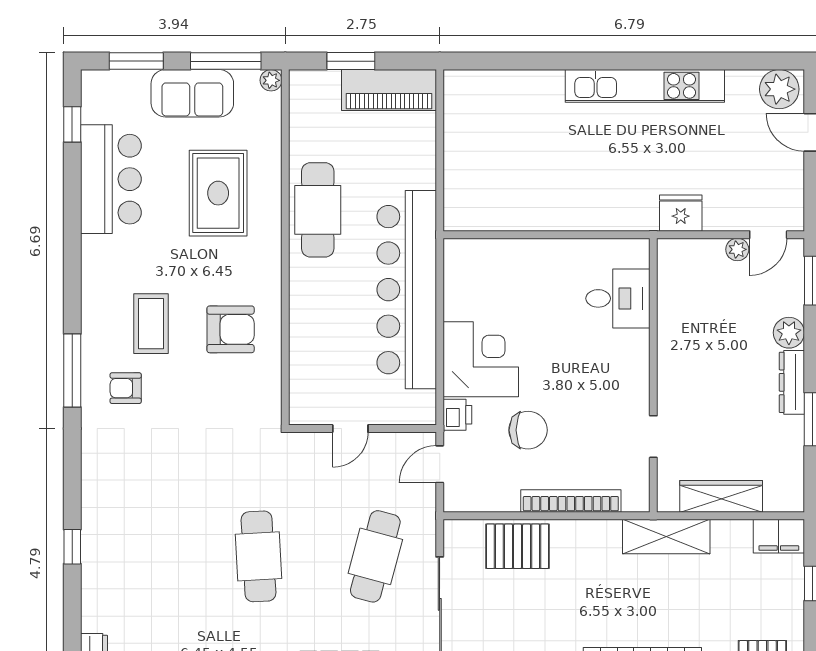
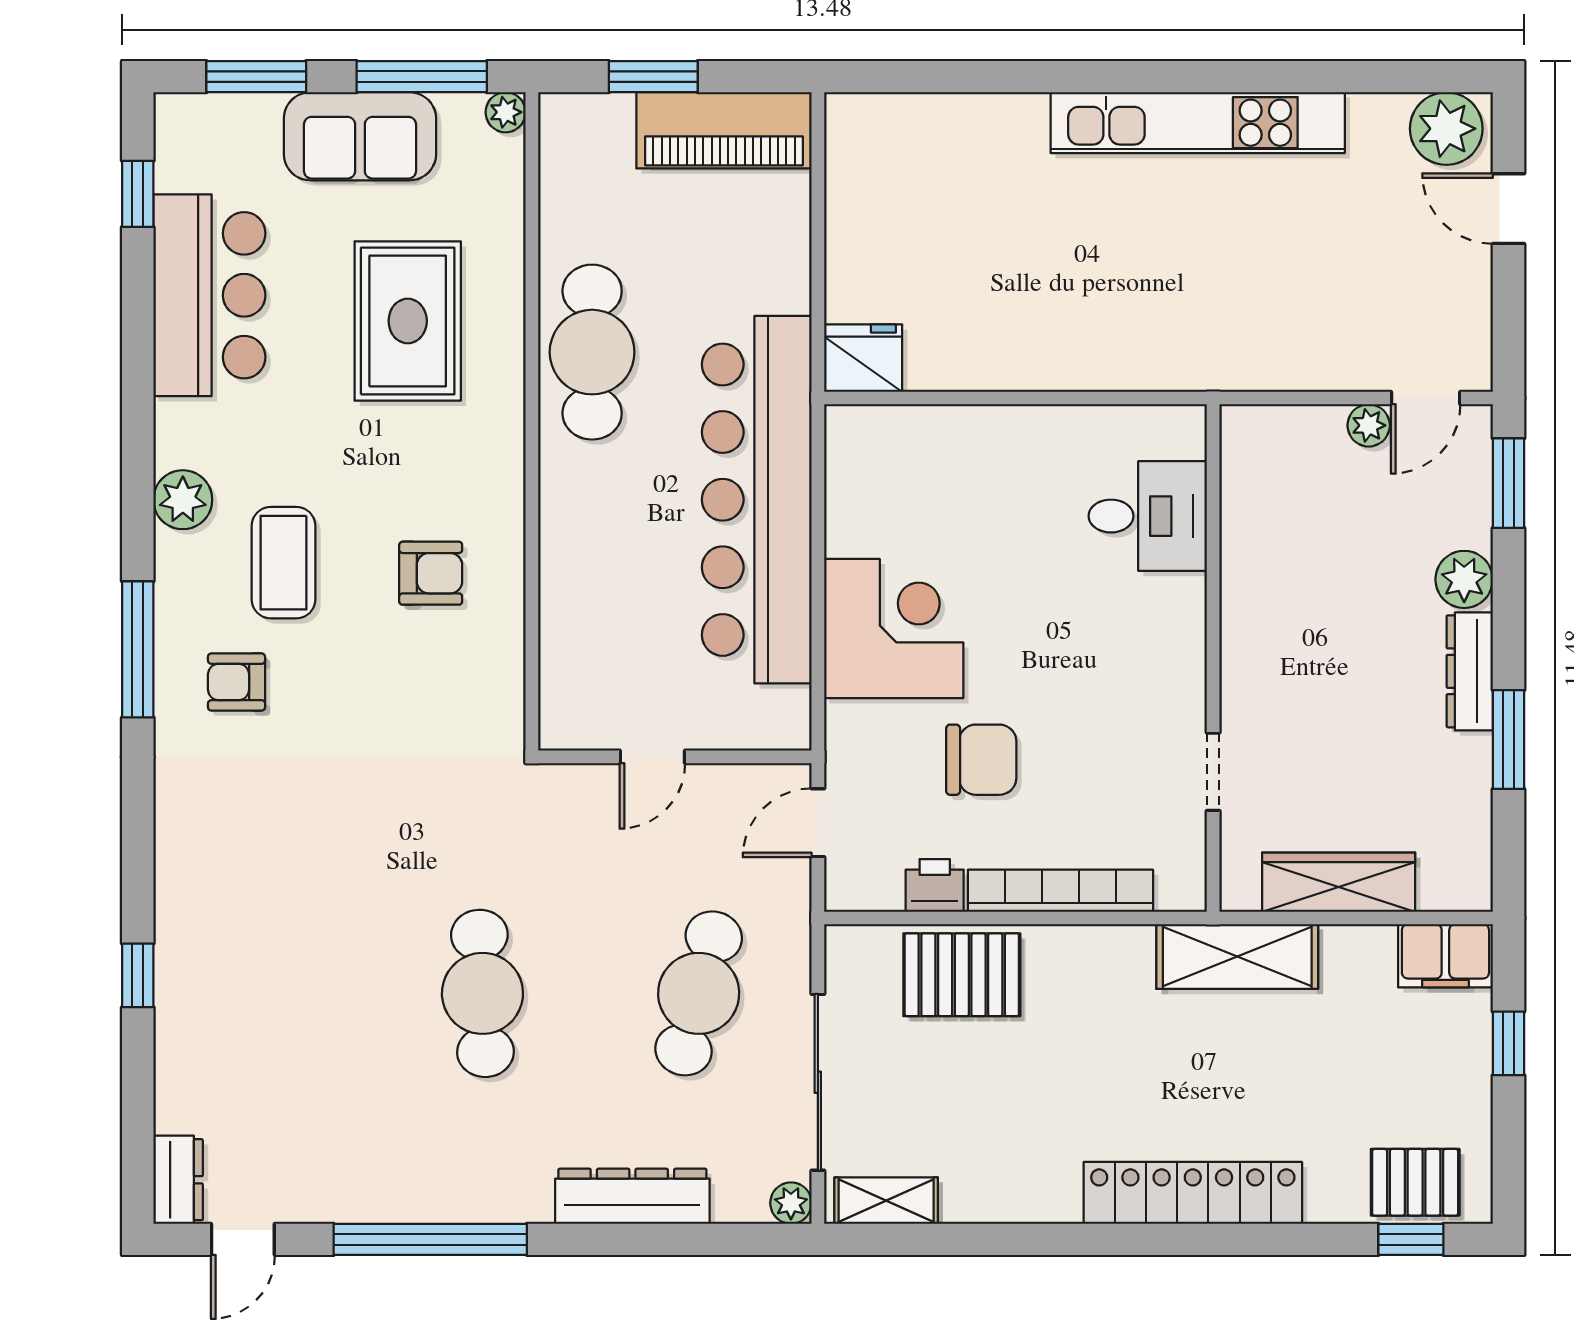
fridge: (681, 213) -> (863, 358), moved
plant: (97, 290) -> (183, 500), added
armchair: (231, 329) -> (431, 573), width x0.72, depth x0.72
printer: (457, 415) -> (935, 885), moved, turned -90

